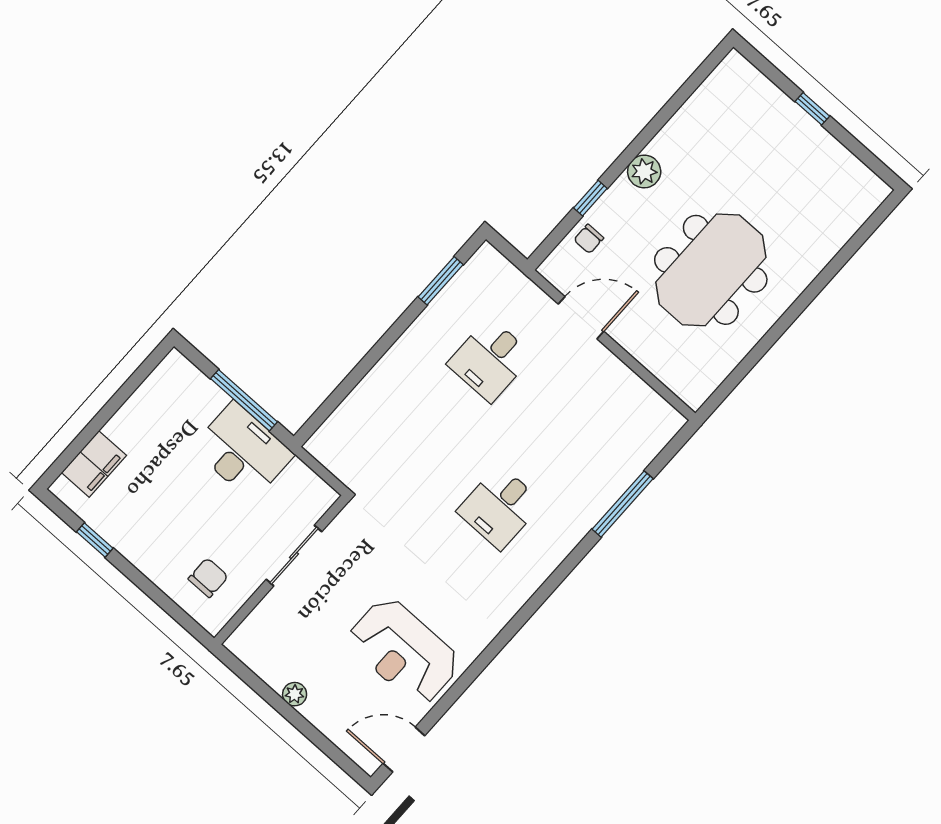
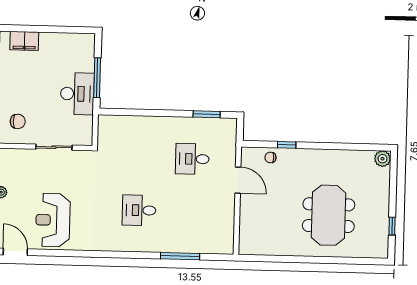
window: (812, 109) -> (392, 226), moved
plant: (644, 172) -> (383, 159), moved
meeting table: (711, 270) -> (329, 215), moved, turned 90

